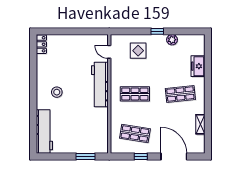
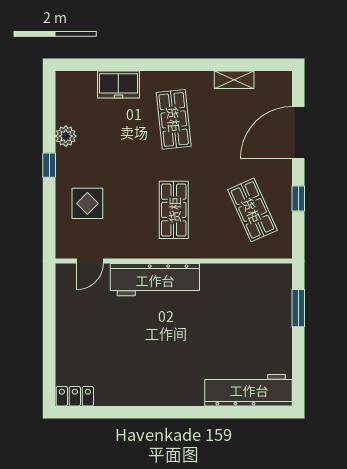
stool: (57, 92) -> (170, 365), removed
shop shelf: (135, 133) -> (252, 210), turned -33

